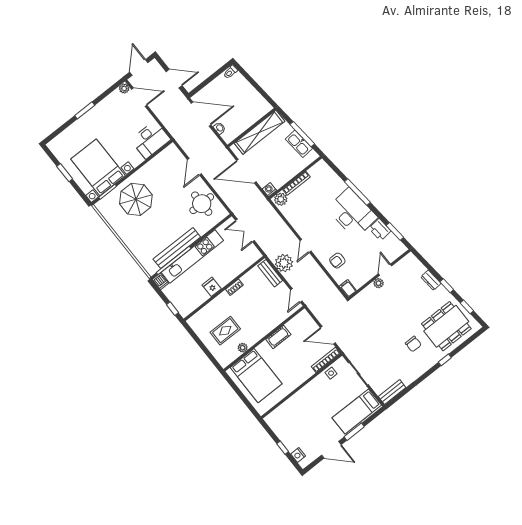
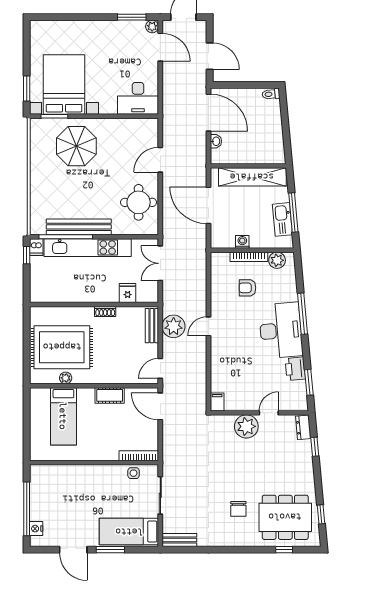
window: (85, 110) -> (132, 17), moved
window: (65, 173) -> (27, 89), moved
washing machine: (269, 190) -> (242, 242), moved
plant: (281, 199) -> (277, 260), moved
armchair: (337, 261) -> (247, 288), moved
dresser: (431, 280) -> (303, 427), moved
plant: (379, 283) -> (246, 426), width x1.88, depth x1.88
window: (447, 286) -> (315, 447), moved
fridge: (212, 287) -> (128, 293), moved
window: (172, 309) -> (27, 255), moved
rug: (225, 331) -> (62, 347), width x1.86, depth x2.06
door: (328, 335) -> (160, 406), moved
window: (445, 360) -> (284, 550), moved
bed: (256, 376) -> (63, 416), width x0.67
window: (283, 448) -> (27, 509), width x3.17

